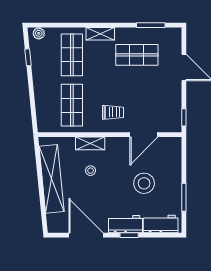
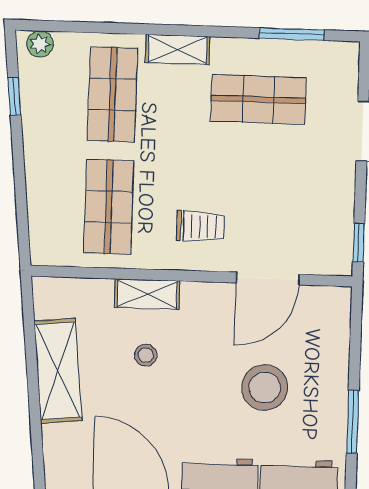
shelving: (52, 179) -> (58, 371), width x0.68

